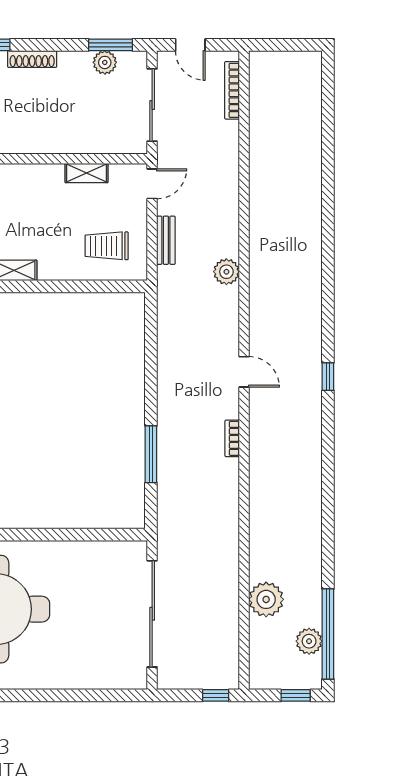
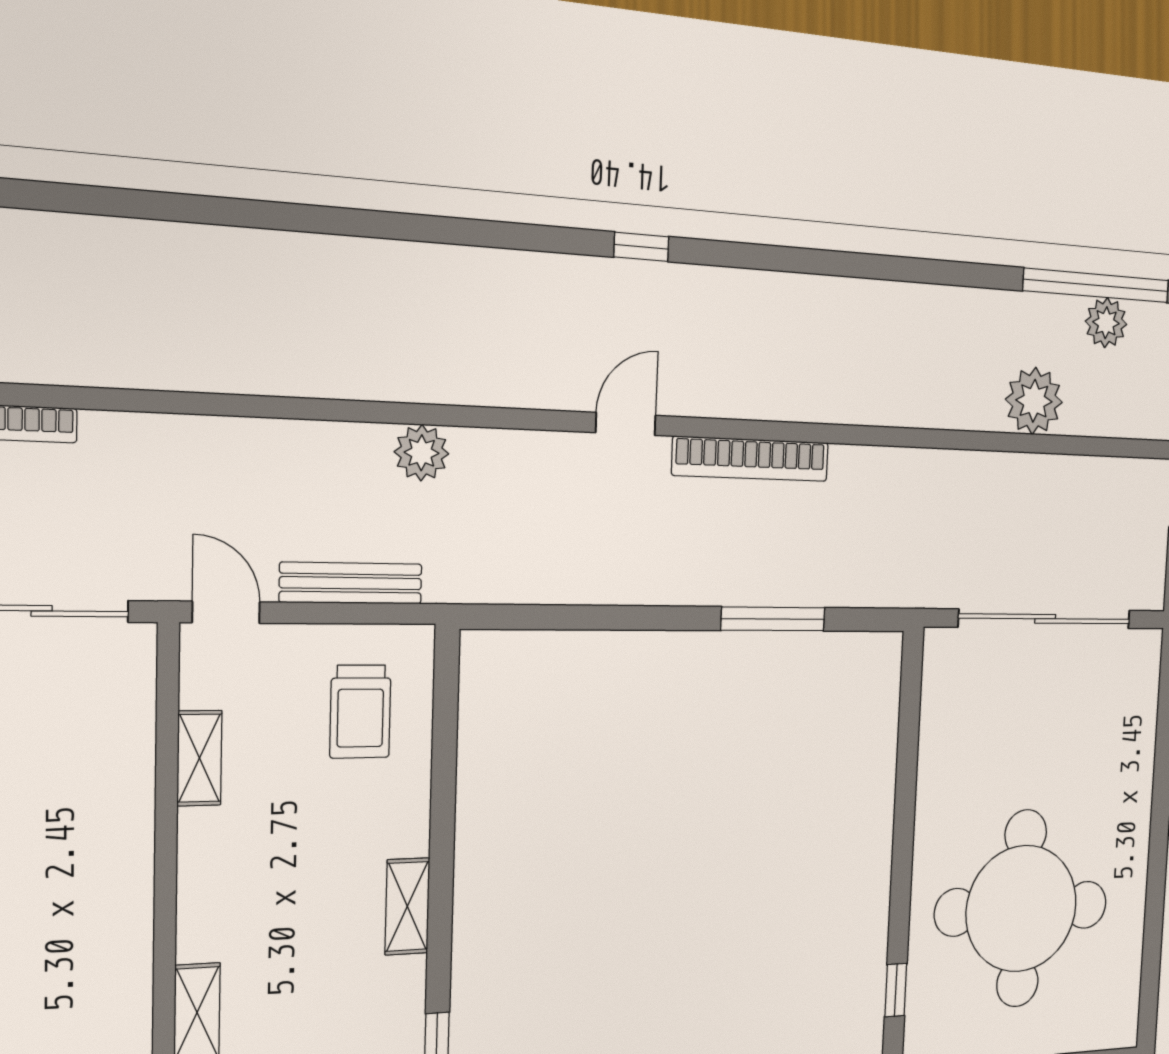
bench: (166, 240) -> (351, 583), width x1.36
bookcase: (232, 438) -> (751, 459), width x2.31, depth x1.31

